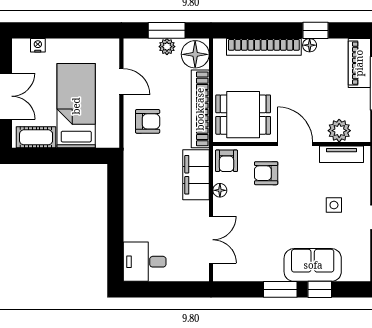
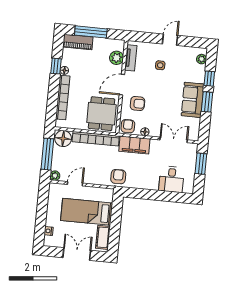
window: (167, 30) -> (47, 154), width x1.44
plant: (167, 47) -> (55, 176), moved
armchair: (148, 121) -> (118, 177), moved
armchair: (226, 161) -> (128, 126), turned -90
armchair: (266, 173) -> (137, 103), turned -90
desk: (145, 262) -> (171, 179), moved
sofa: (313, 265) -> (193, 100), moved
plant: (351, 273) -> (202, 59), added
window: (176, 289) -> (201, 164), added

